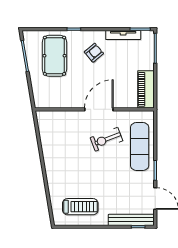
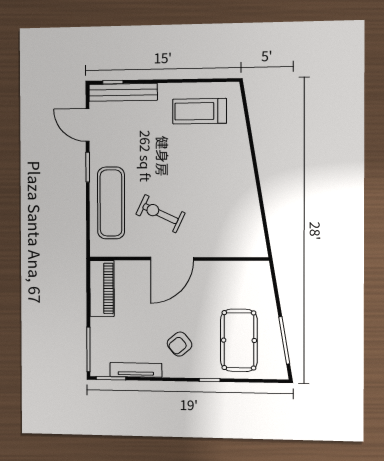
exercise bike: (106, 139) -> (160, 214), turned -134

